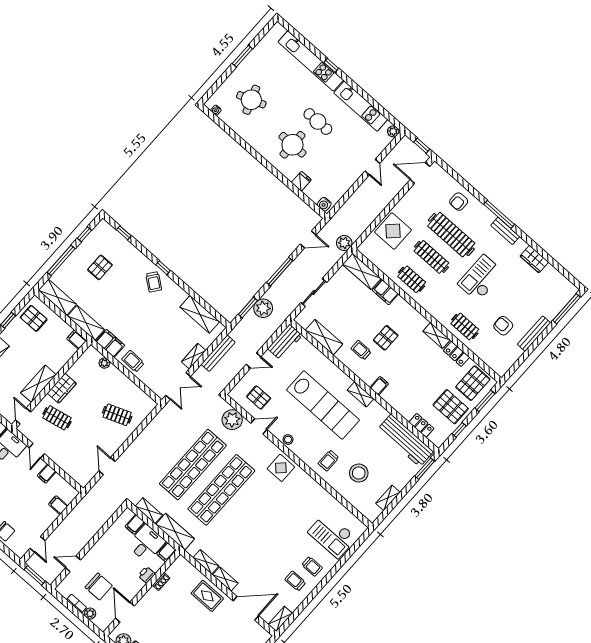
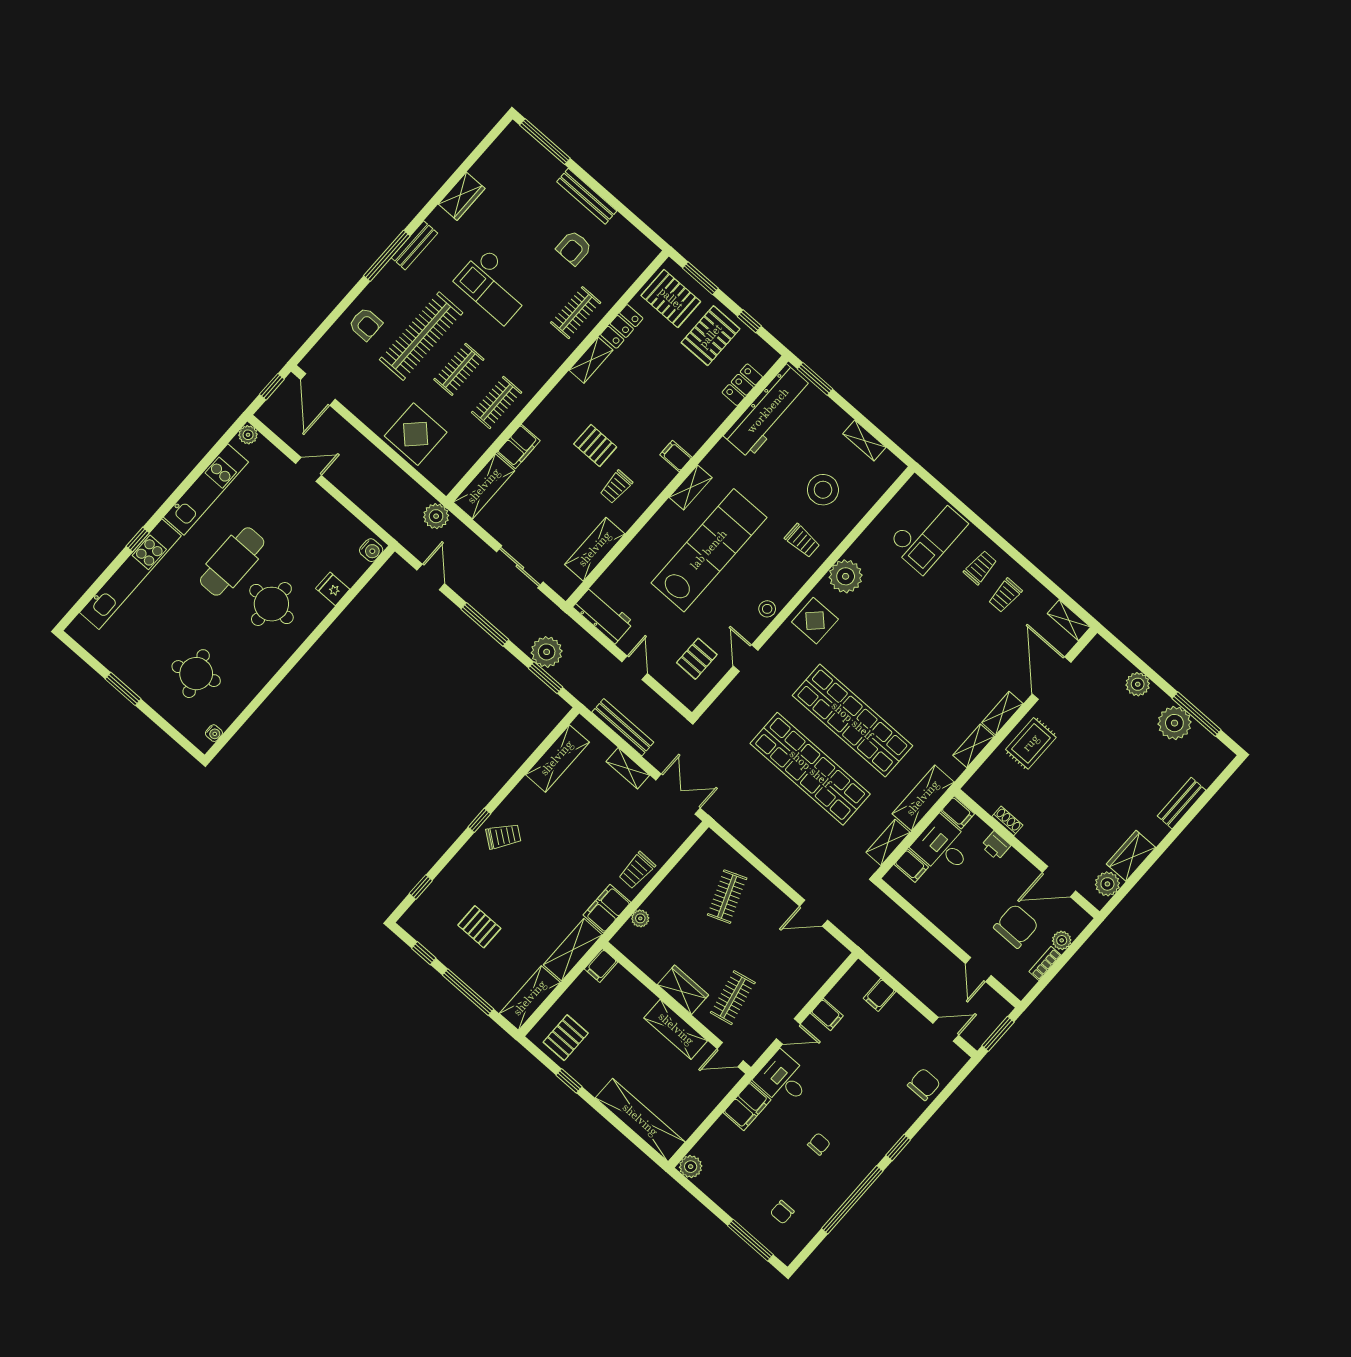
cafe table: (318, 122) -> (232, 561), width x1.37, depth x1.35
clothes rail: (431, 257) -> (459, 369), width x0.73
plant: (232, 420) -> (846, 576), moved

